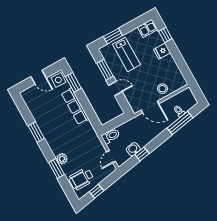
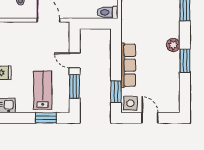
stool: (162, 89) -> (24, 32), removed
plant: (62, 159) -> (173, 45), moved

